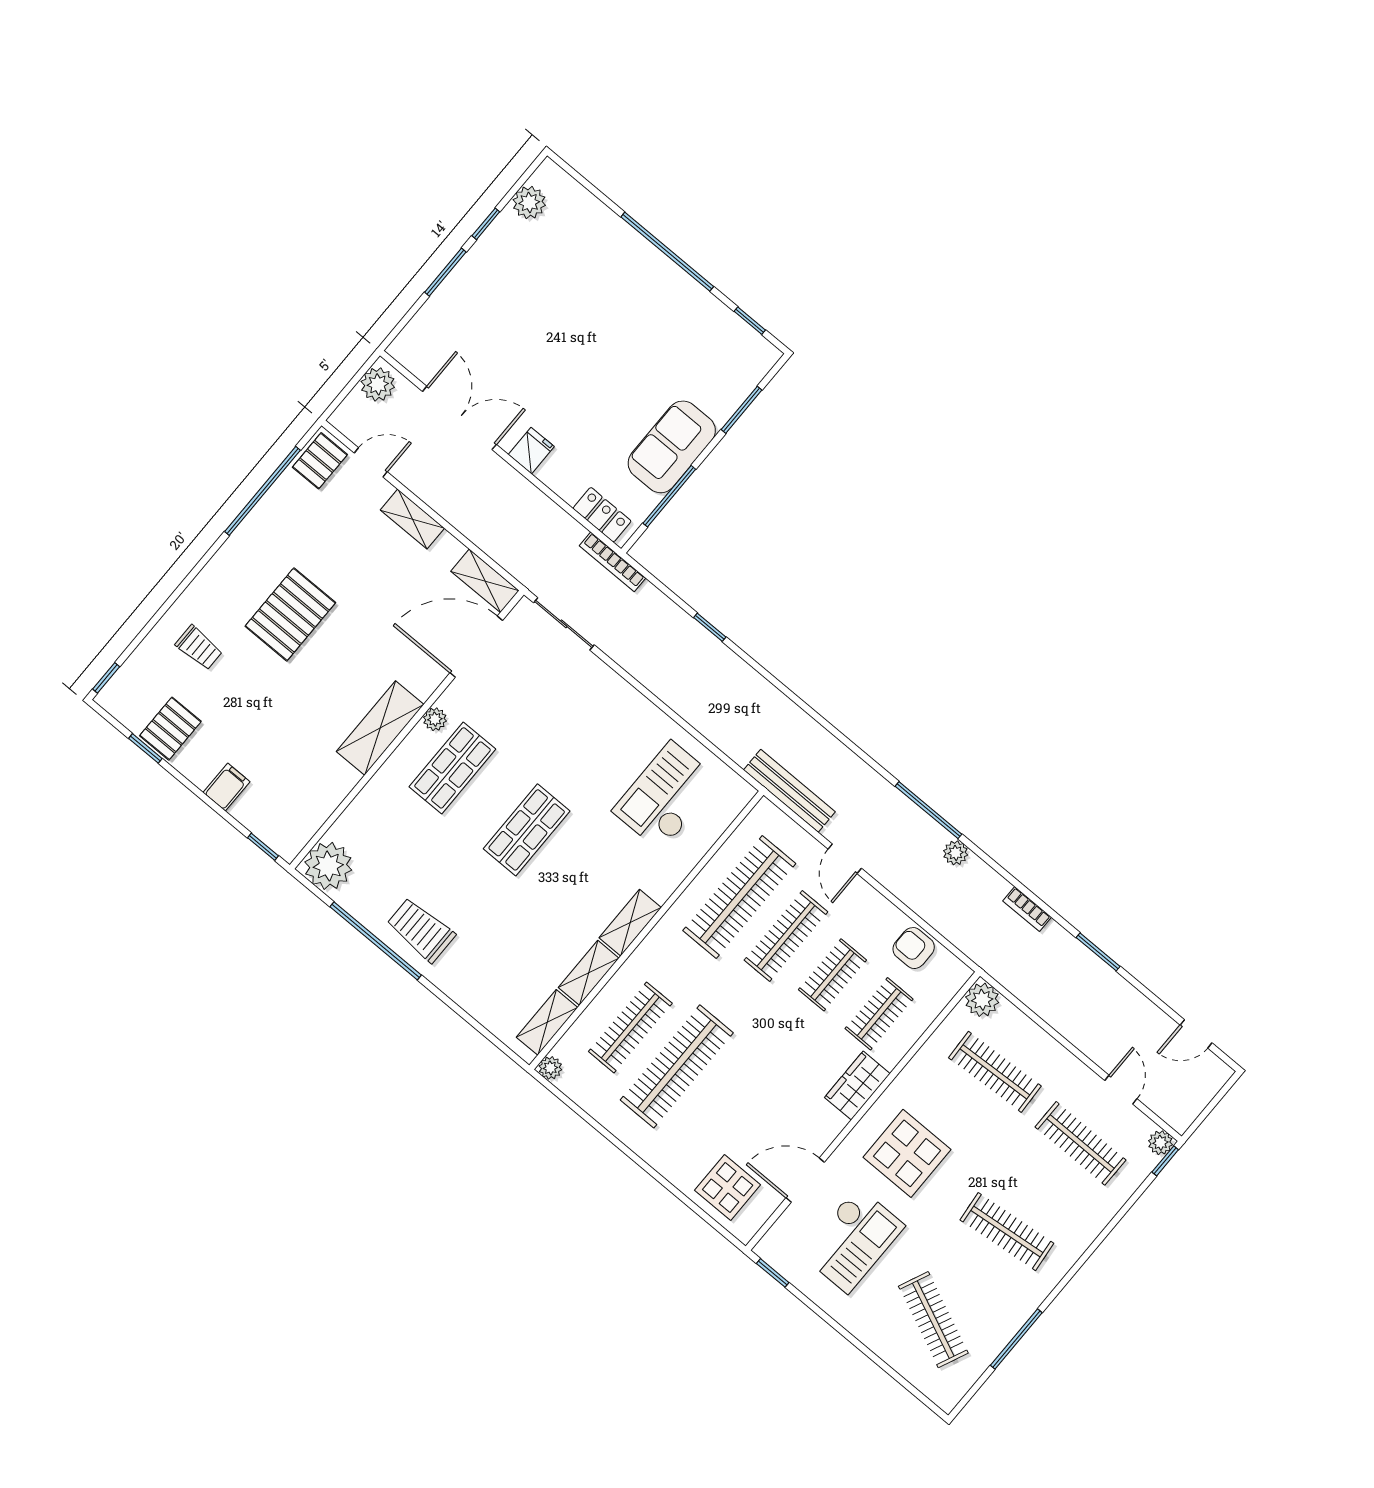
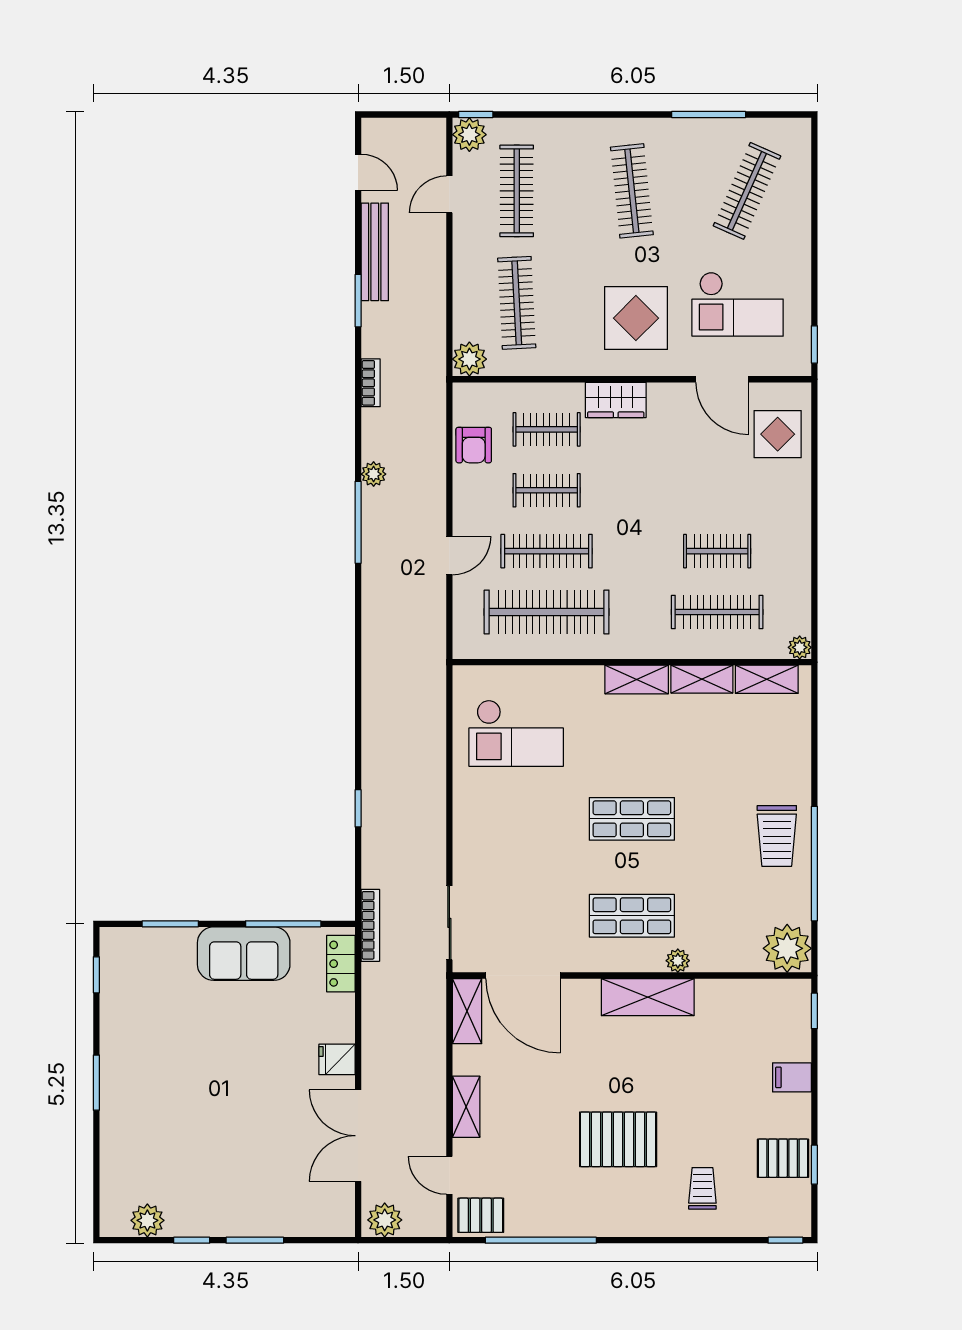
window: (667, 252) -> (96, 1083), width x0.47
plant: (435, 719) -> (678, 961), moved
bench: (789, 791) -> (375, 252), moved
clothes rail: (677, 1066) -> (717, 551), width x0.54, depth x0.76
plant: (1160, 1143) -> (469, 135), width x1.38, depth x1.38
checkout: (853, 1240) -> (738, 304), turned 180

